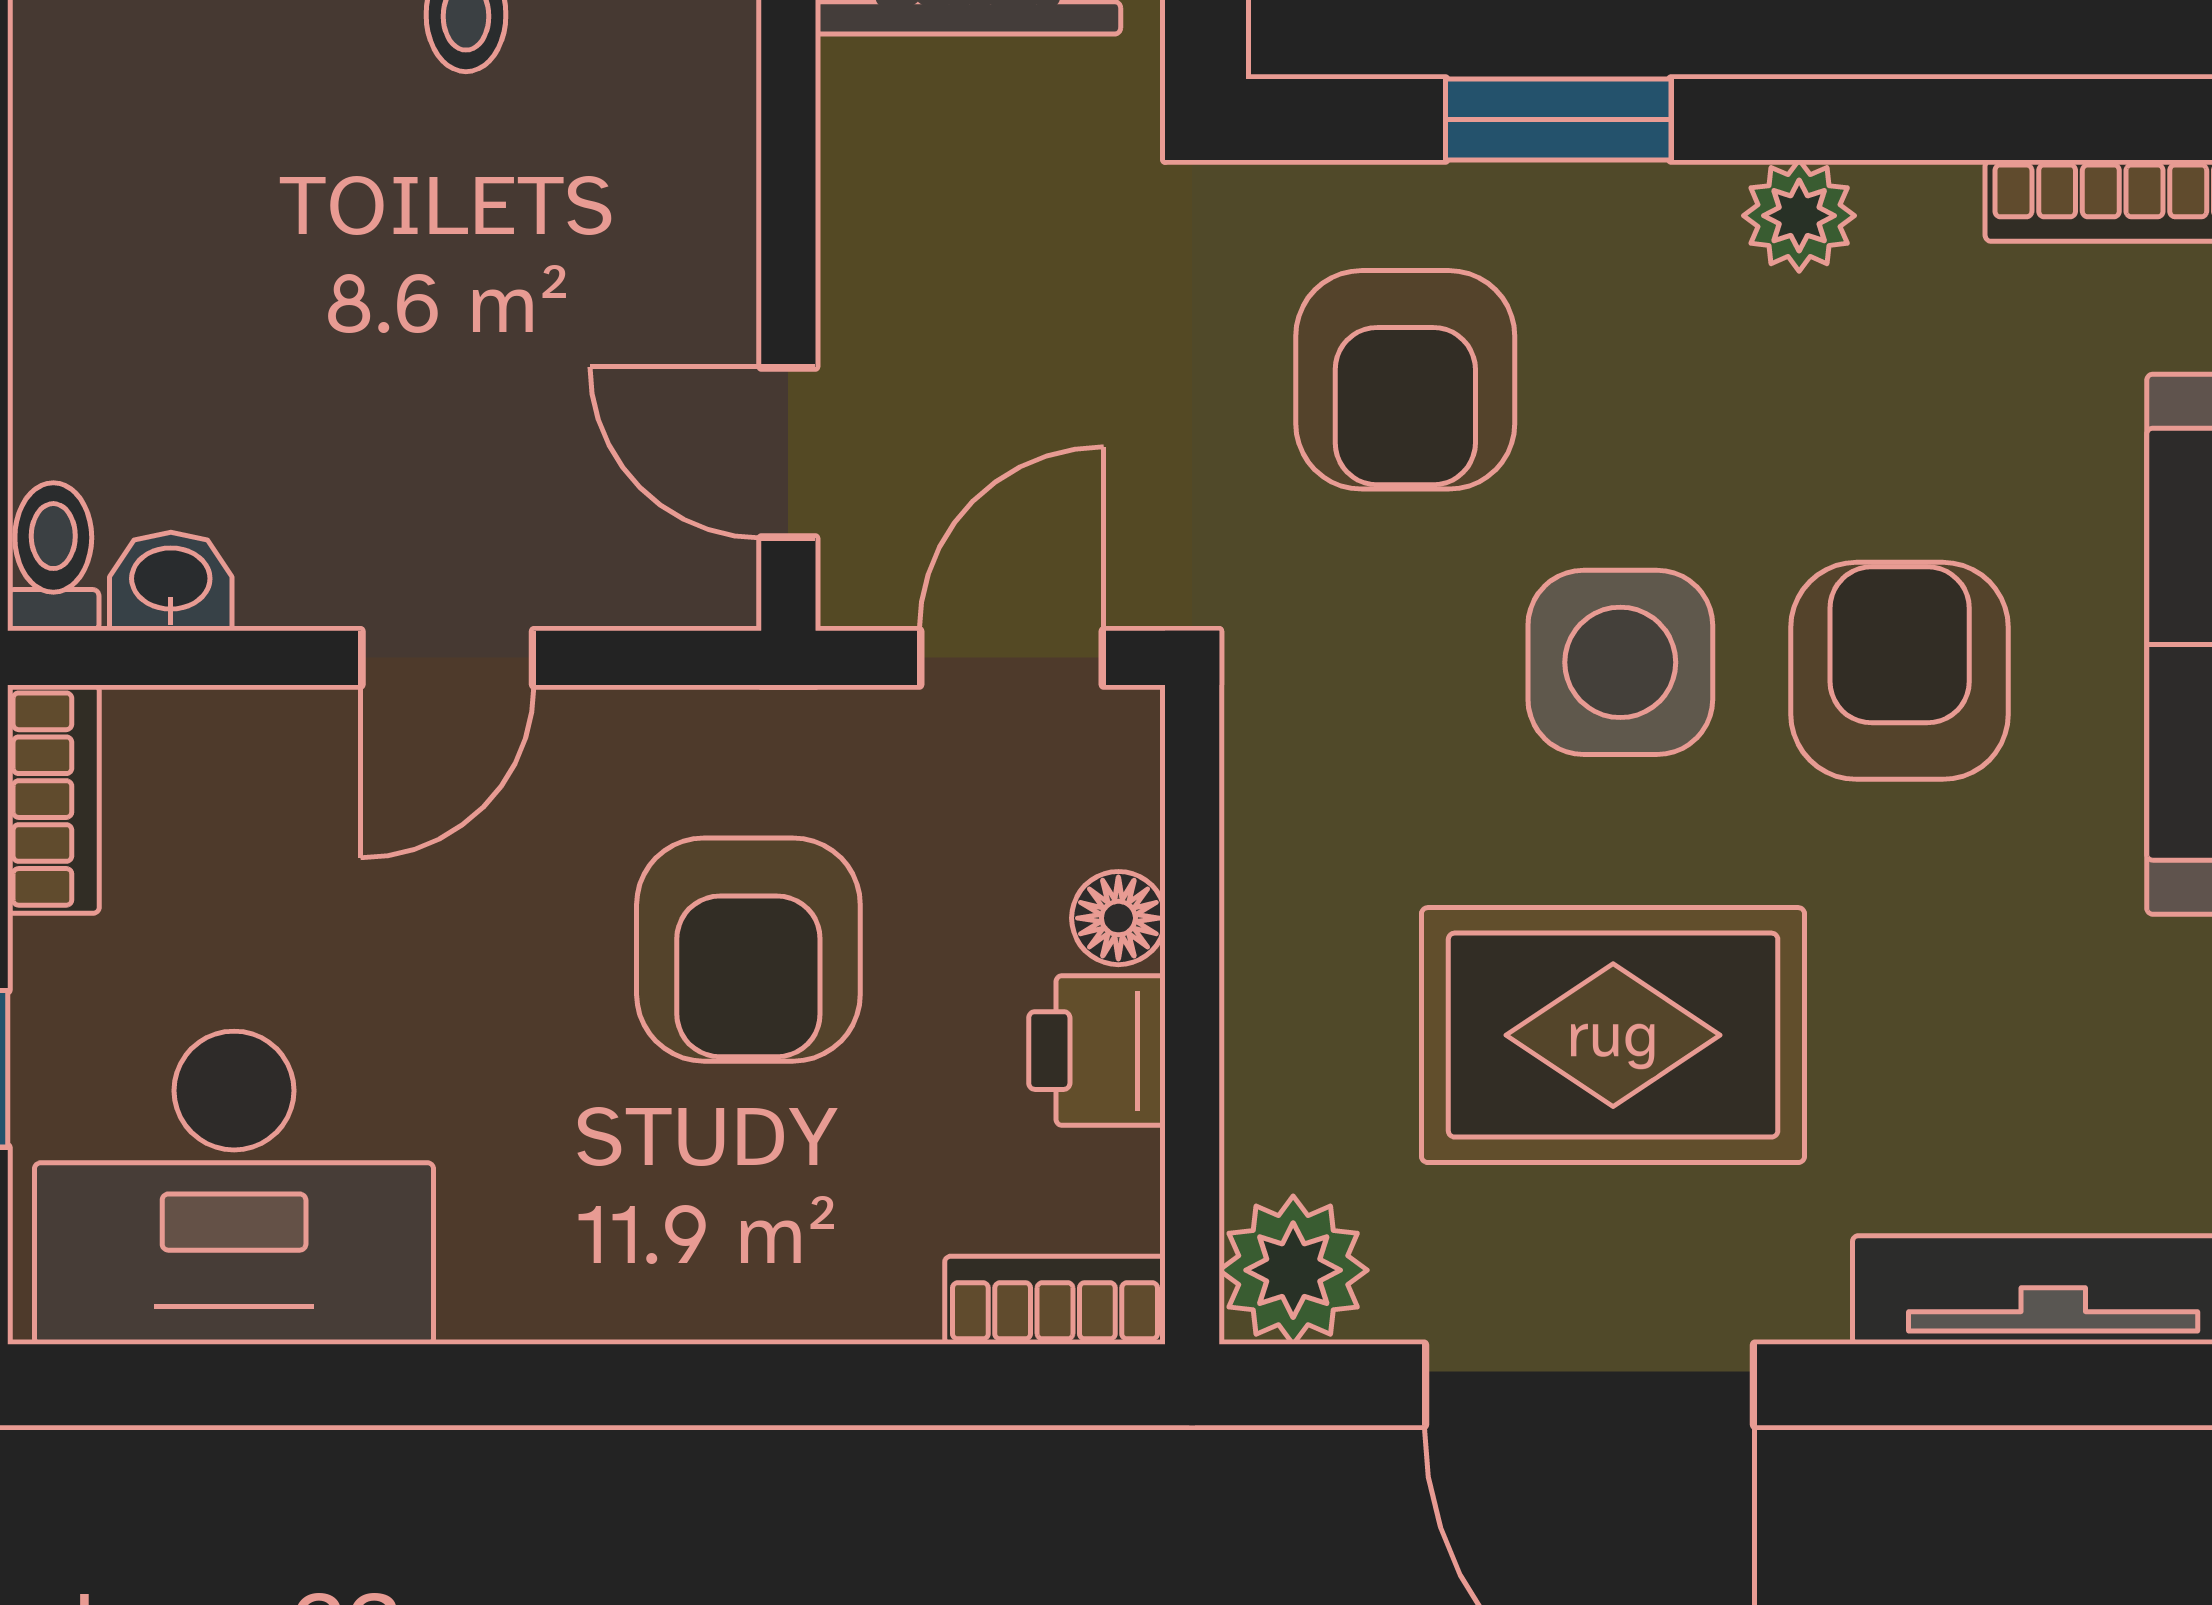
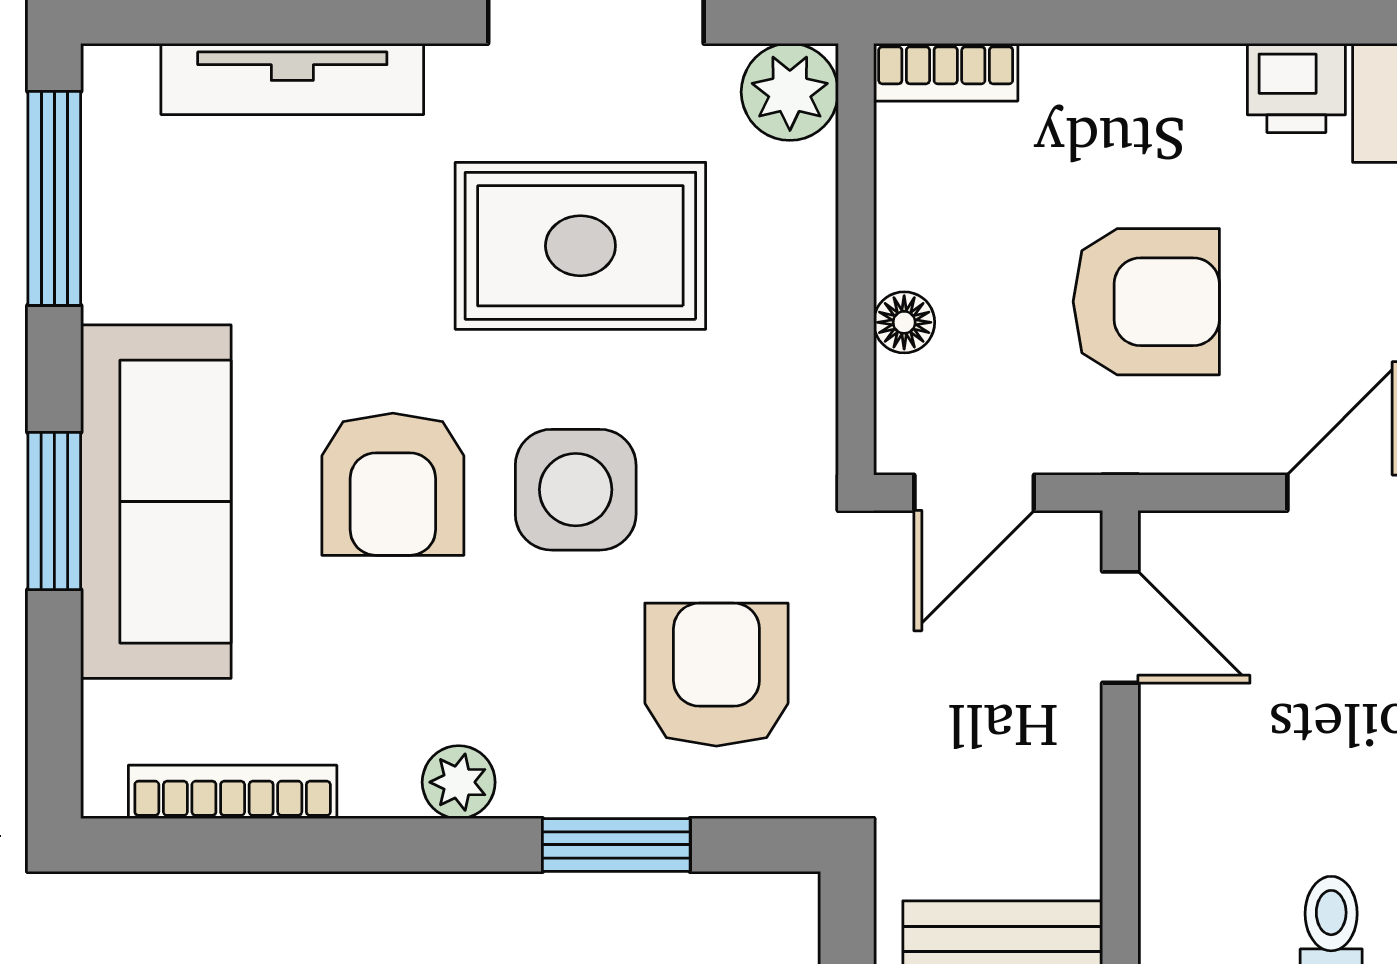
armchair: (748, 950) -> (1146, 302), turned 90
printer: (1097, 1051) -> (1296, 88), moved, turned 90

